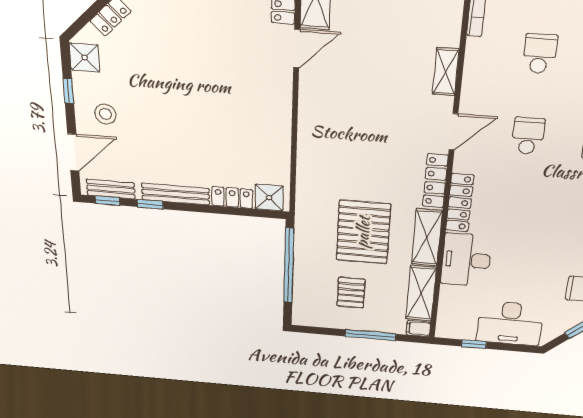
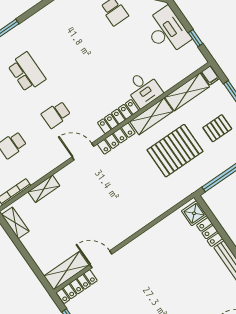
shelving: (446, 72) -> (44, 189), moved
desk: (466, 260) -> (144, 89), width x0.73

